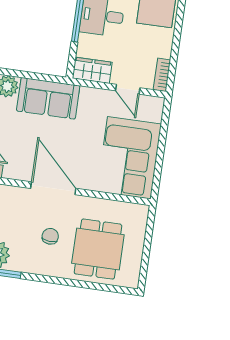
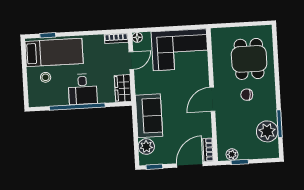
floor lamp: (157, 103) -> (137, 37), added
door: (53, 188) -> (212, 99), width x0.73
dining table: (98, 249) -> (249, 59), turned 90

